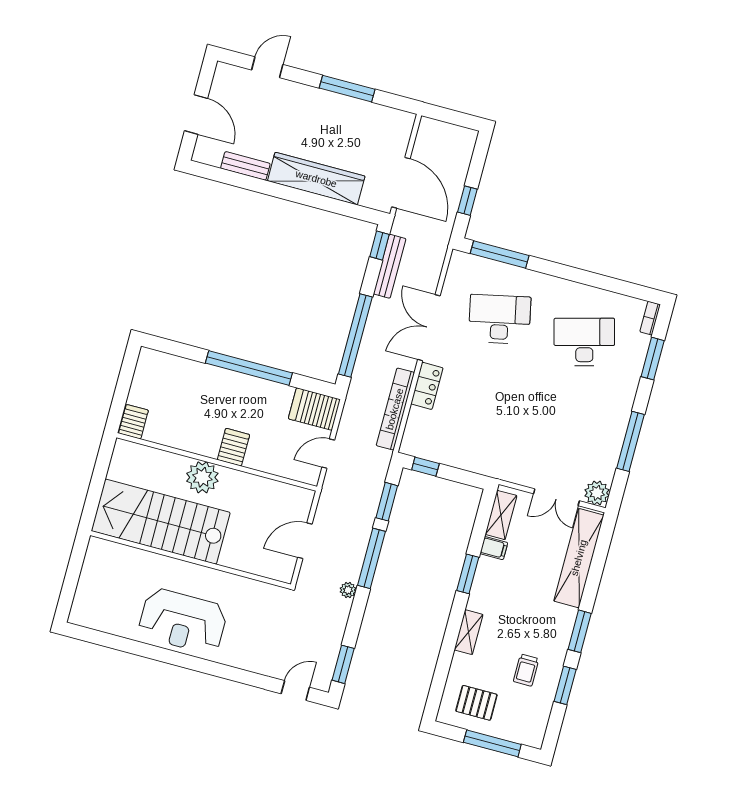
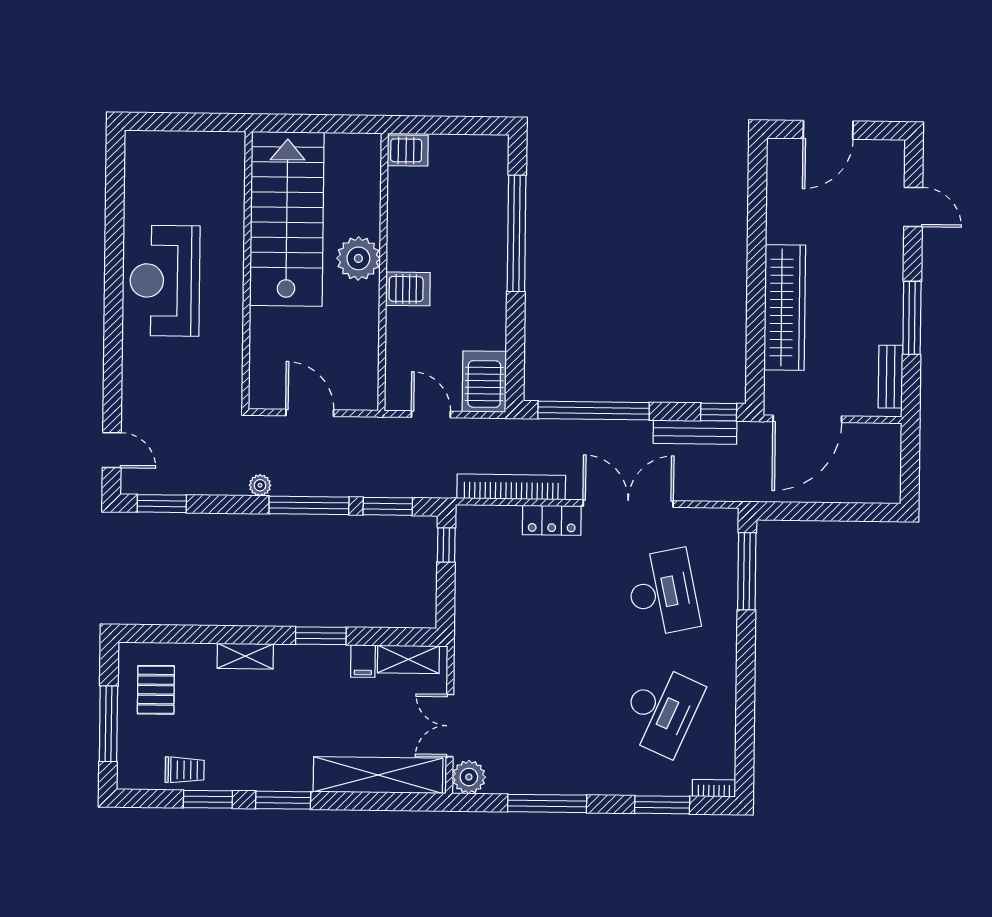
bench: (245, 166) -> (891, 377), moved
window: (467, 201) -> (806, 511), removed
desk: (584, 342) -> (661, 710), turned 39
window: (249, 368) -> (517, 233), moved
trolley: (526, 670) -> (185, 770), moved, turned 180

